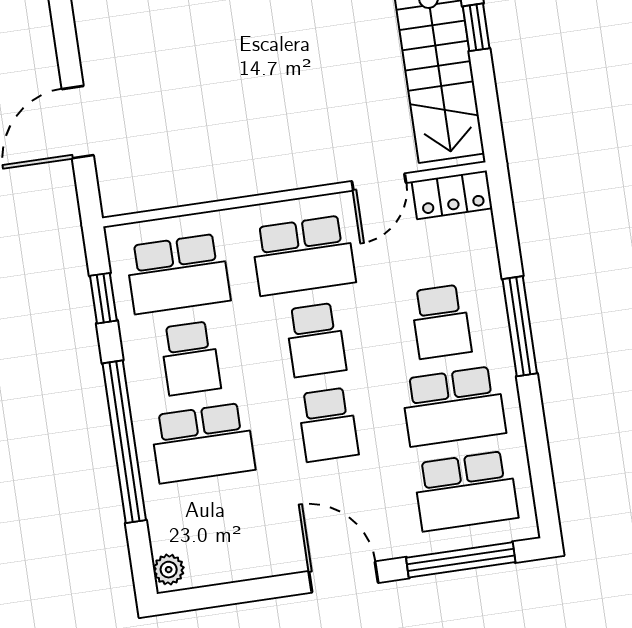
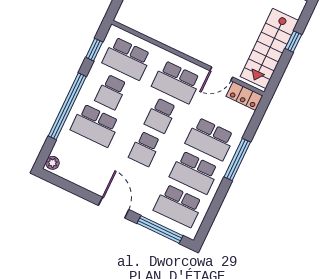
school desk: (441, 322) -> (210, 139), width x1.85

